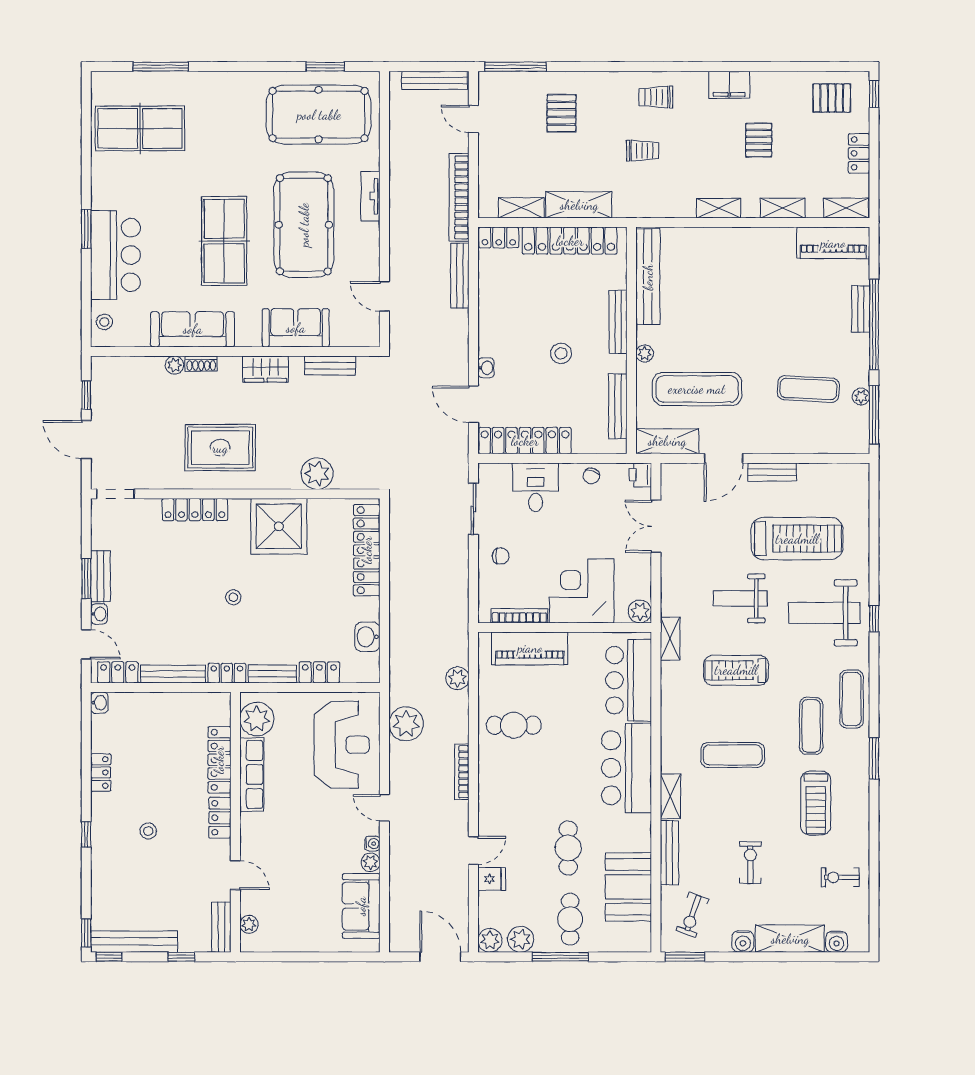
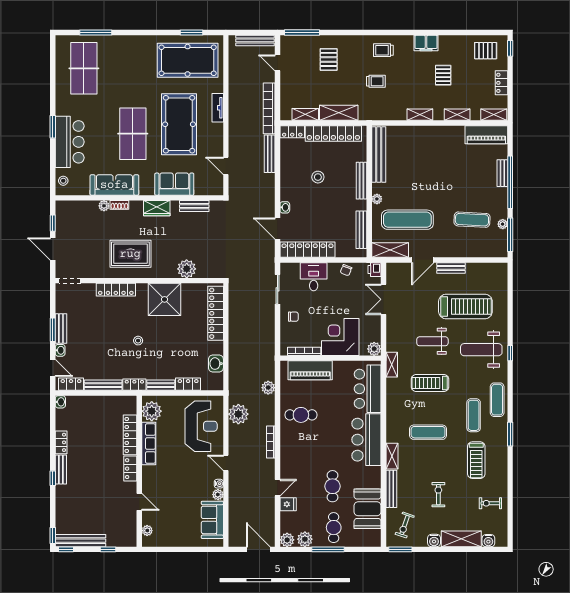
table tennis table: (140, 128) -> (84, 68), turned 90
stool: (561, 353) -> (318, 177), moved
stool: (148, 831) -> (89, 476), removed
bench: (221, 927) -> (61, 470), moved

